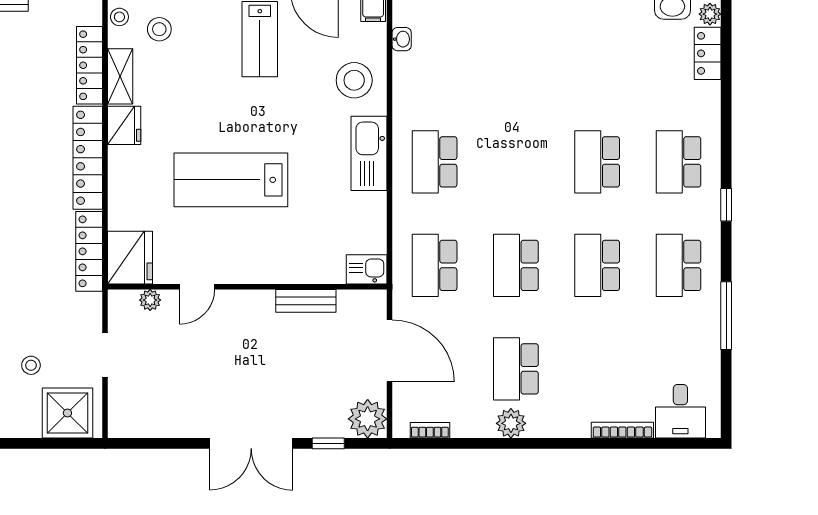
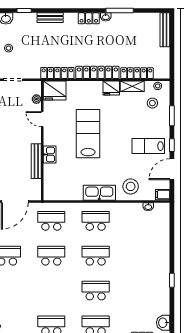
school desk: (597, 265) -> (96, 256), moved
kitchen sink: (367, 269) -> (50, 154), moved
bench: (306, 301) -> (36, 161), width x1.36

